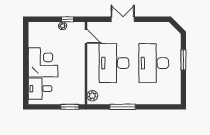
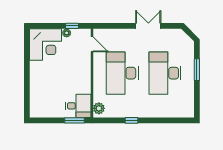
double door: (123, 19) -> (148, 26), moved
corner desk: (43, 62) -> (46, 45), moved, turned 90
desk: (40, 89) -> (78, 106), moved, turned 180
window: (123, 107) -> (131, 120), width x0.46

